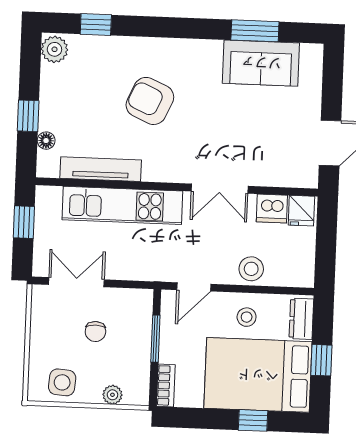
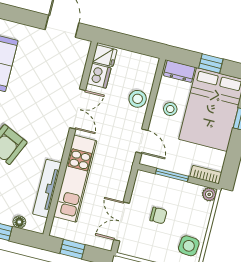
plant: (112, 395) -> (209, 194), moved

